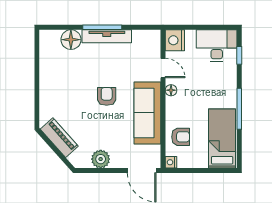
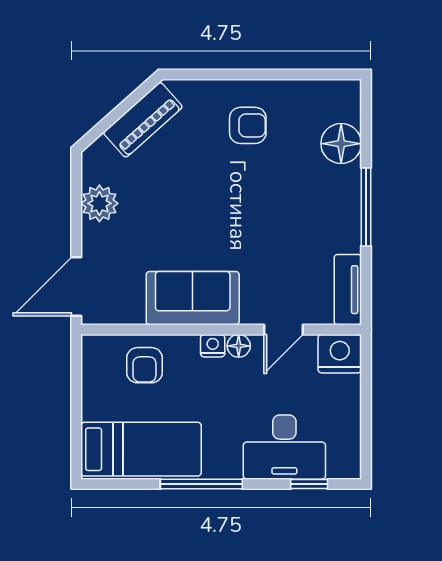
tv unit: (107, 36) -> (348, 290), moved, width x0.71
desk: (217, 46) -> (284, 447), moved, turned 90
armchair: (107, 96) -> (248, 125), moved
sofa: (147, 113) -> (193, 298), width x0.73
nightstand: (171, 162) -> (213, 346), moved

